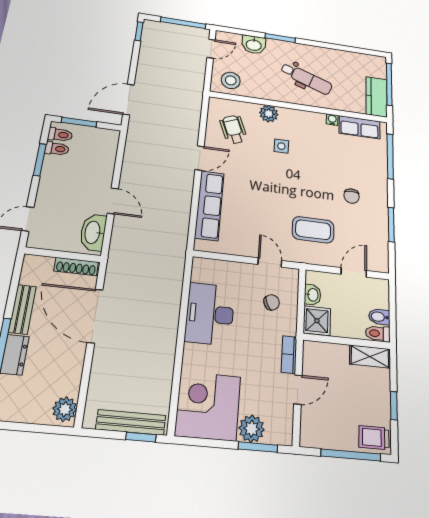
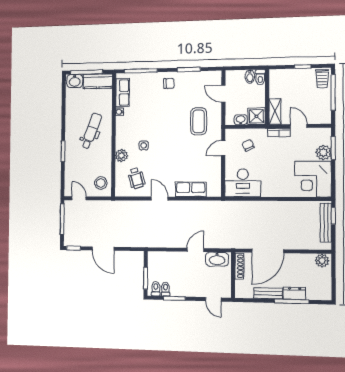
washbasin: (254, 45) -> (75, 81), moved, turned 90
door: (129, 99) -> (103, 249), moved
wheelchair: (234, 129) -> (136, 178), turned -84
chair: (352, 196) -> (169, 83), moved
row of seats: (209, 205) -> (191, 189), width x0.68
desk: (210, 314) -> (243, 183), moved
shelving: (370, 357) -> (275, 112), moved

